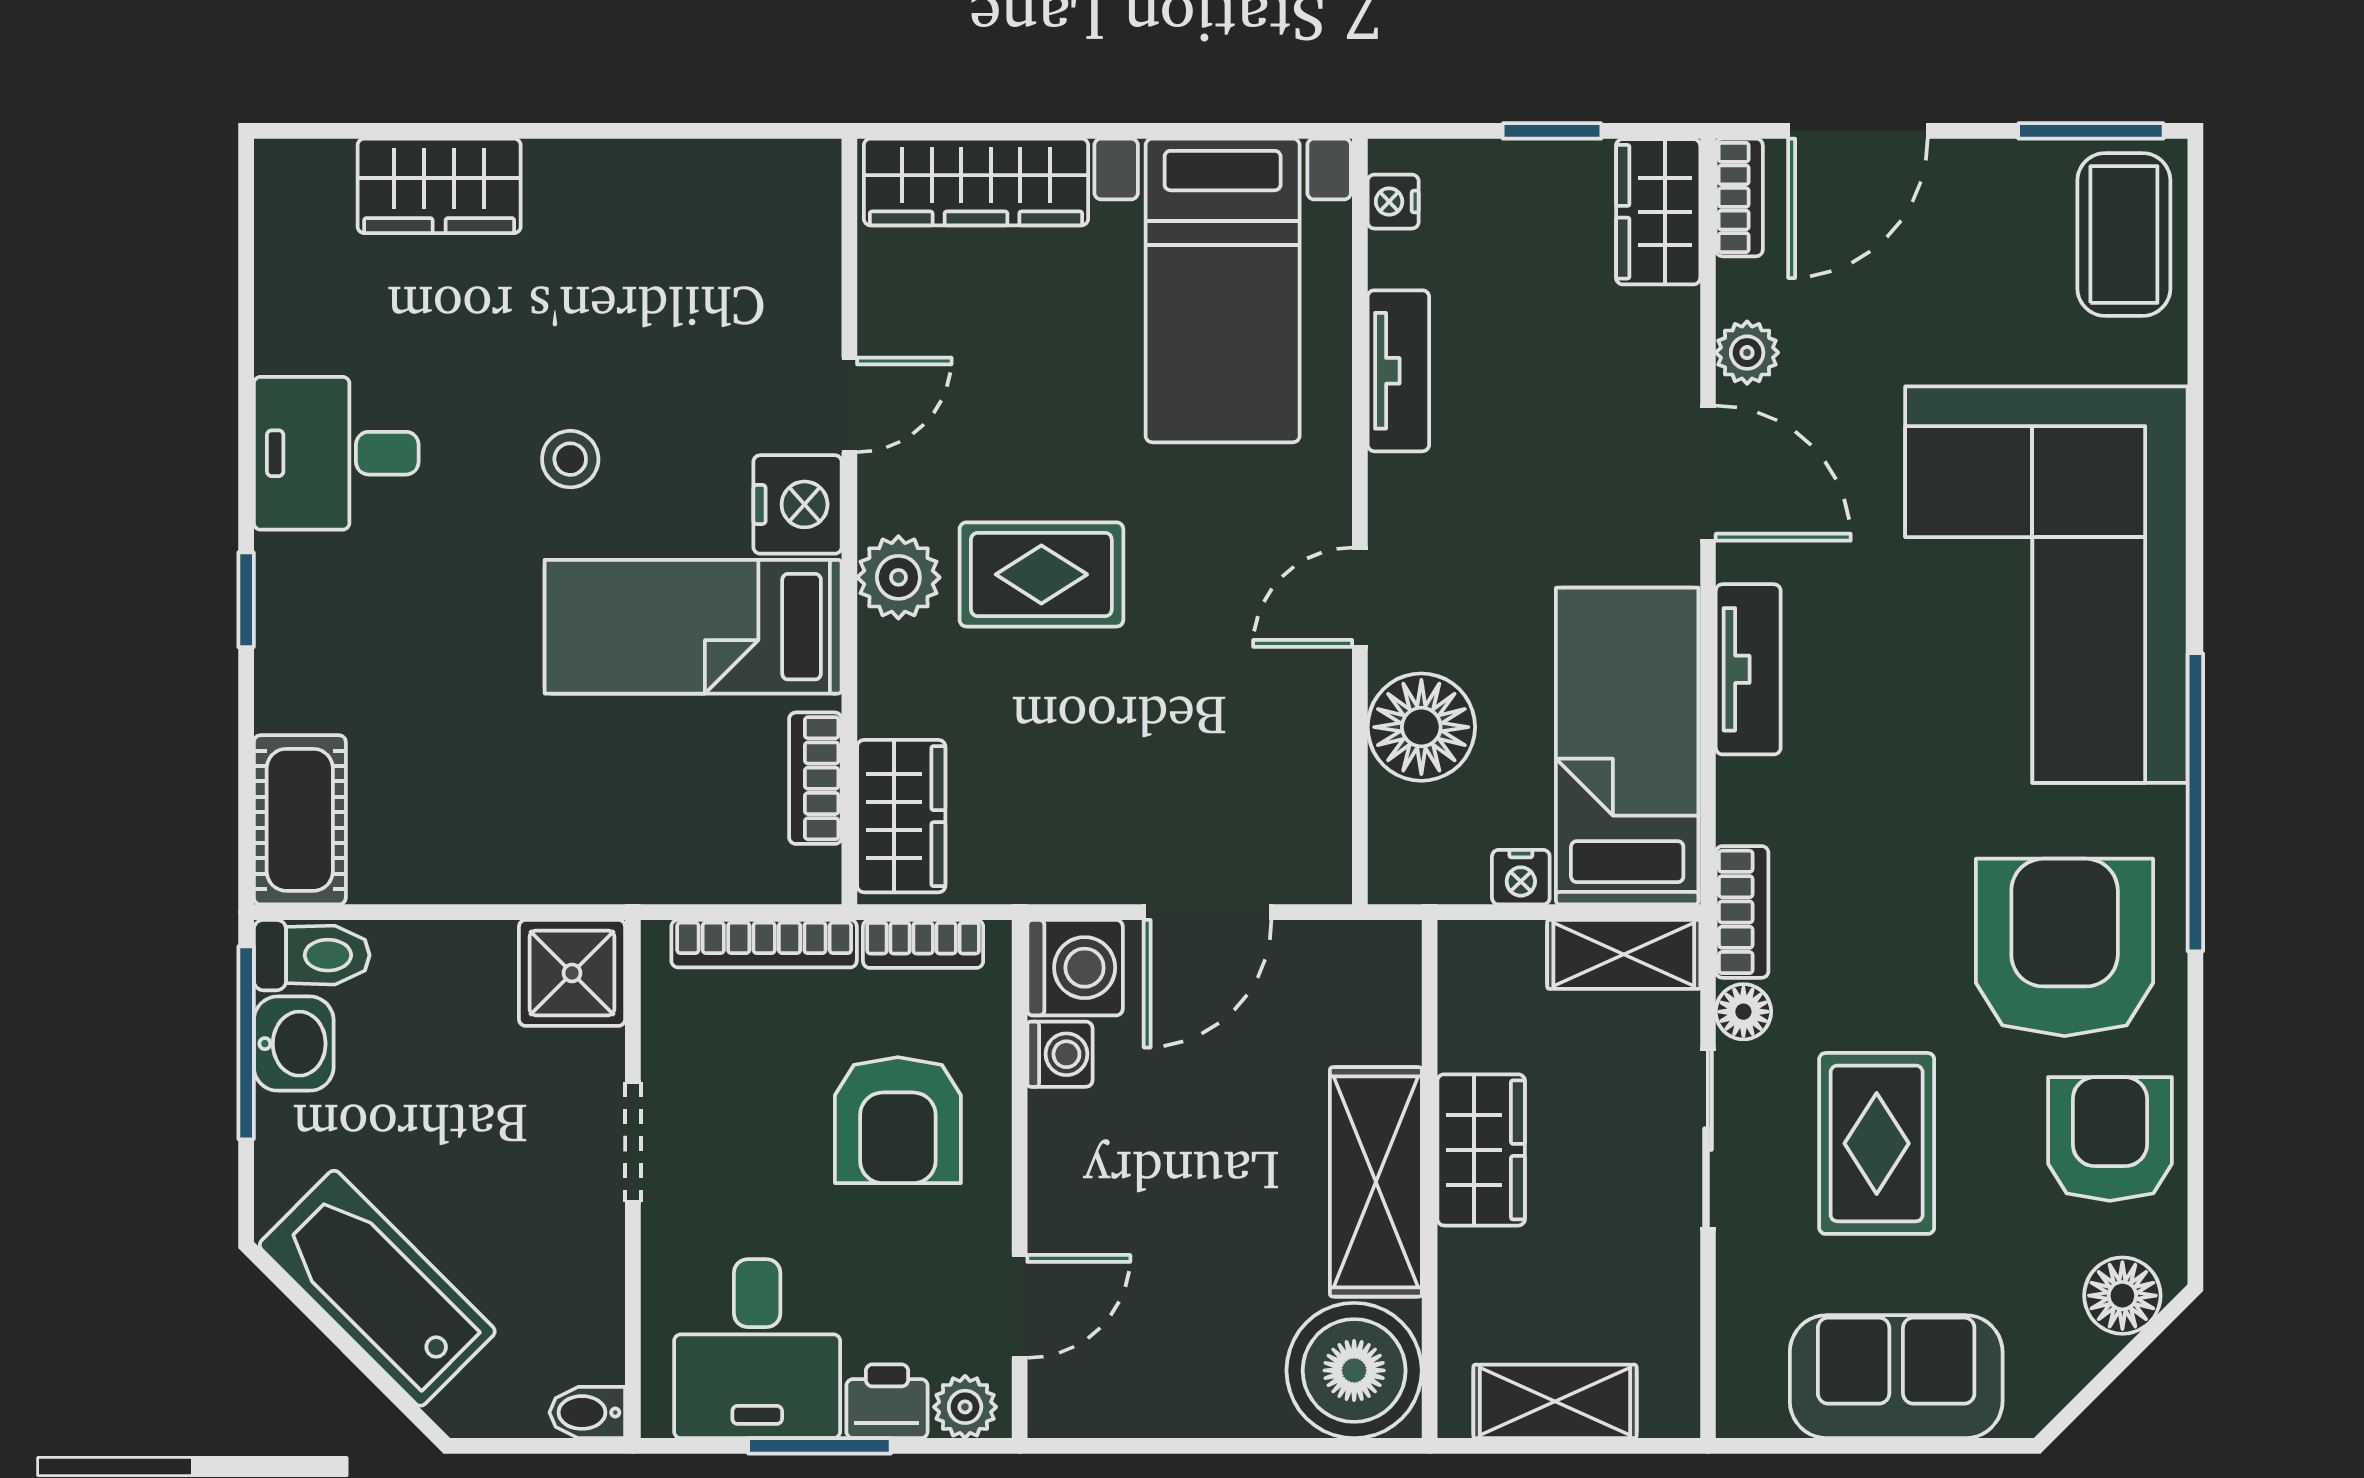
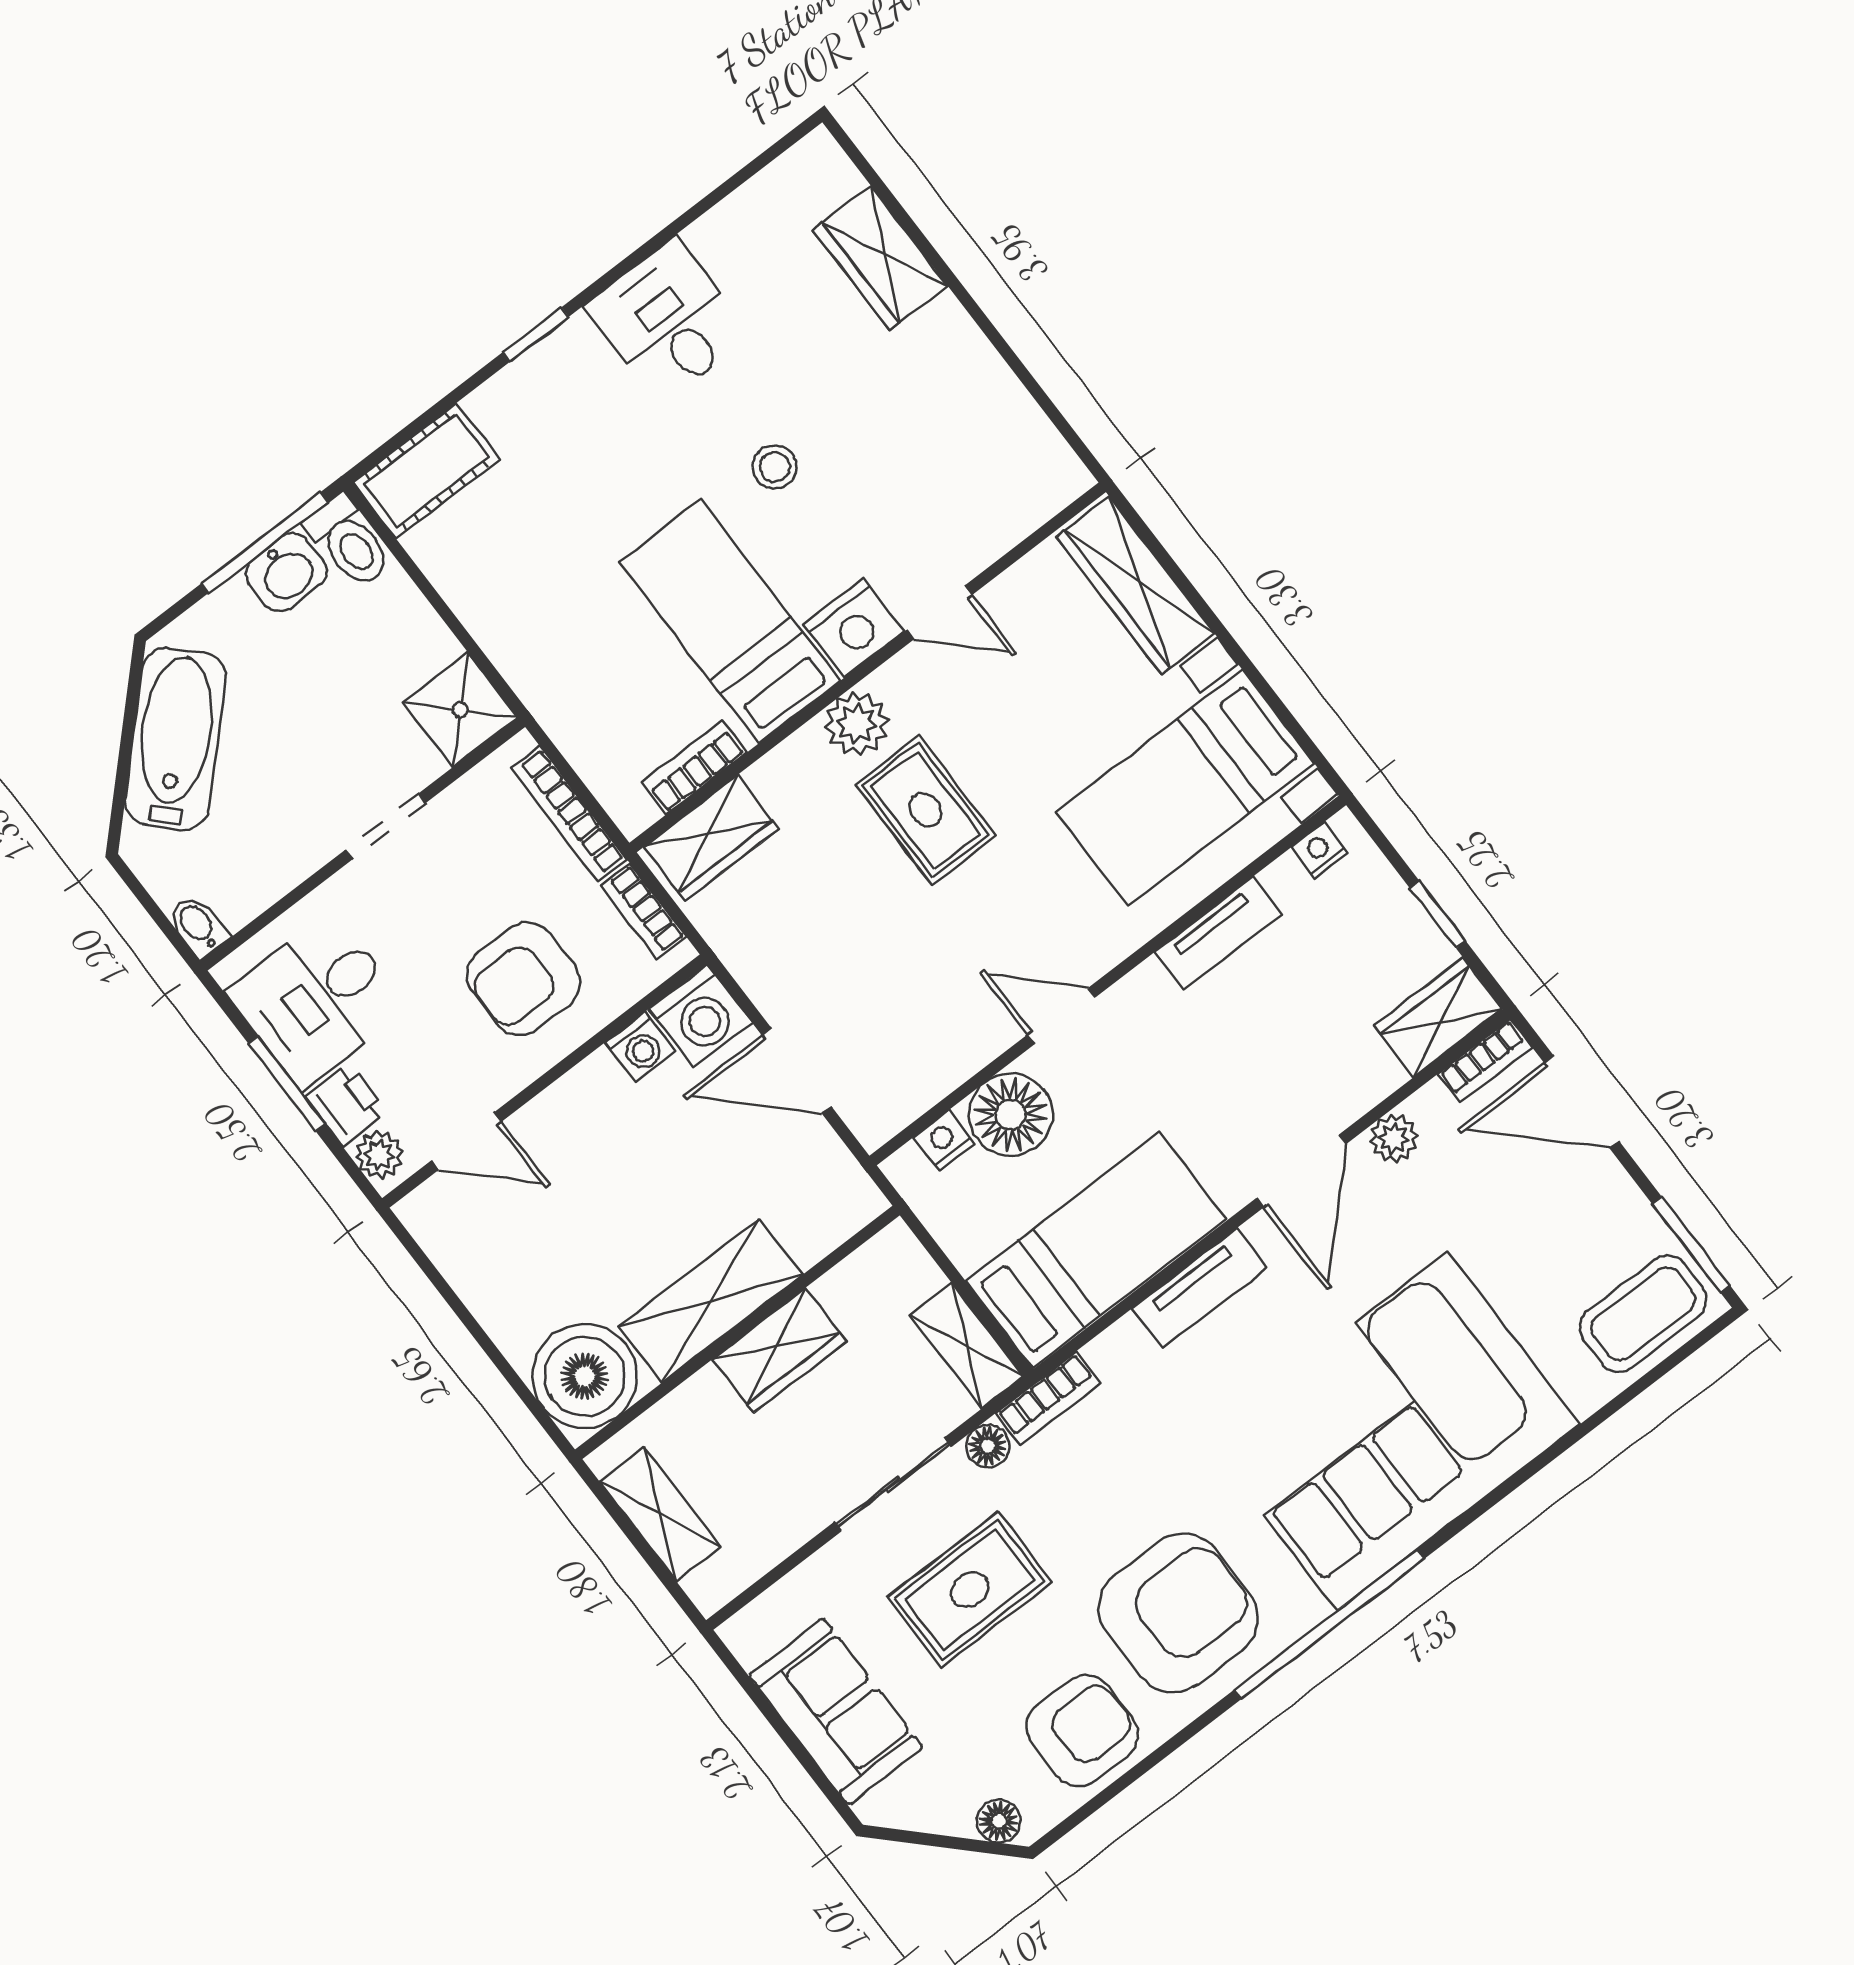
nightstand: (1521, 877) -> (944, 1140), moved, turned 90
floor lamp: (2122, 1296) -> (999, 1821), width x0.73, depth x0.73

